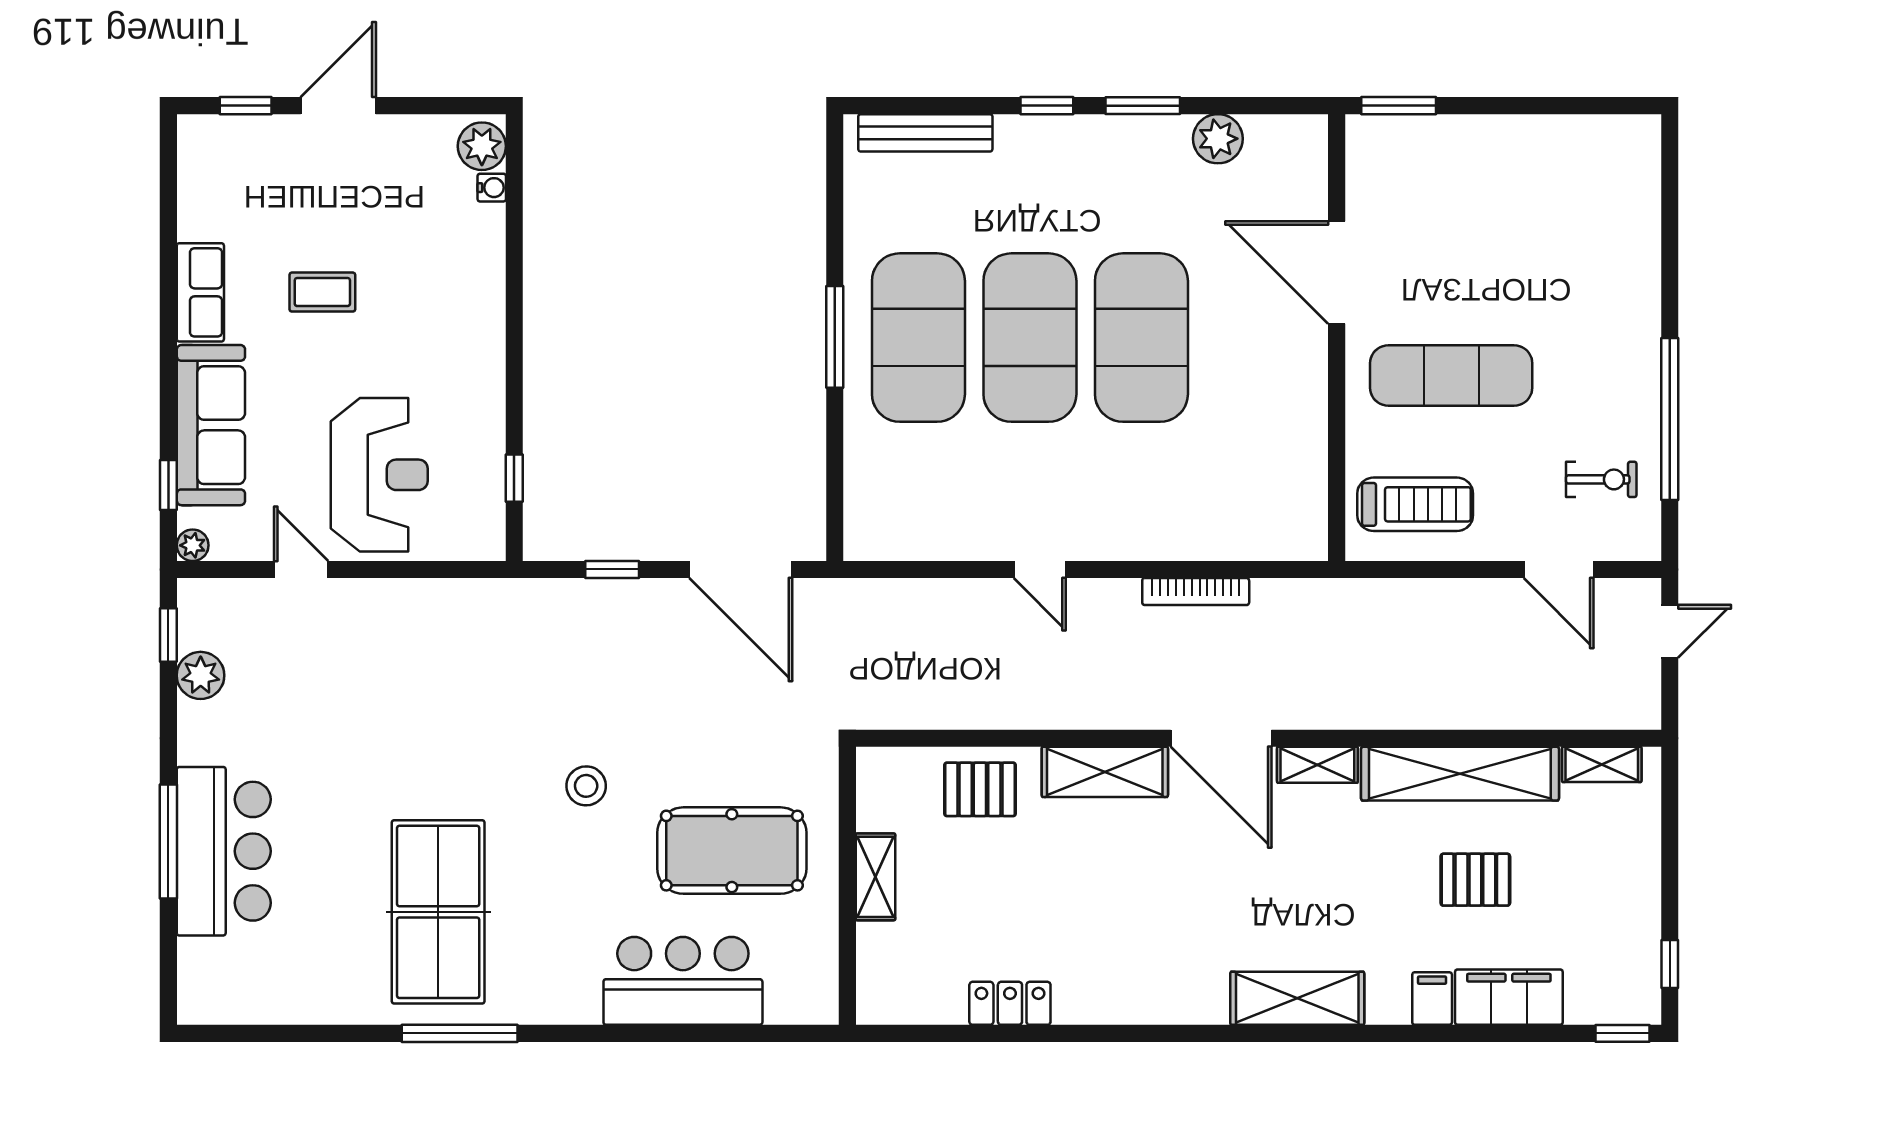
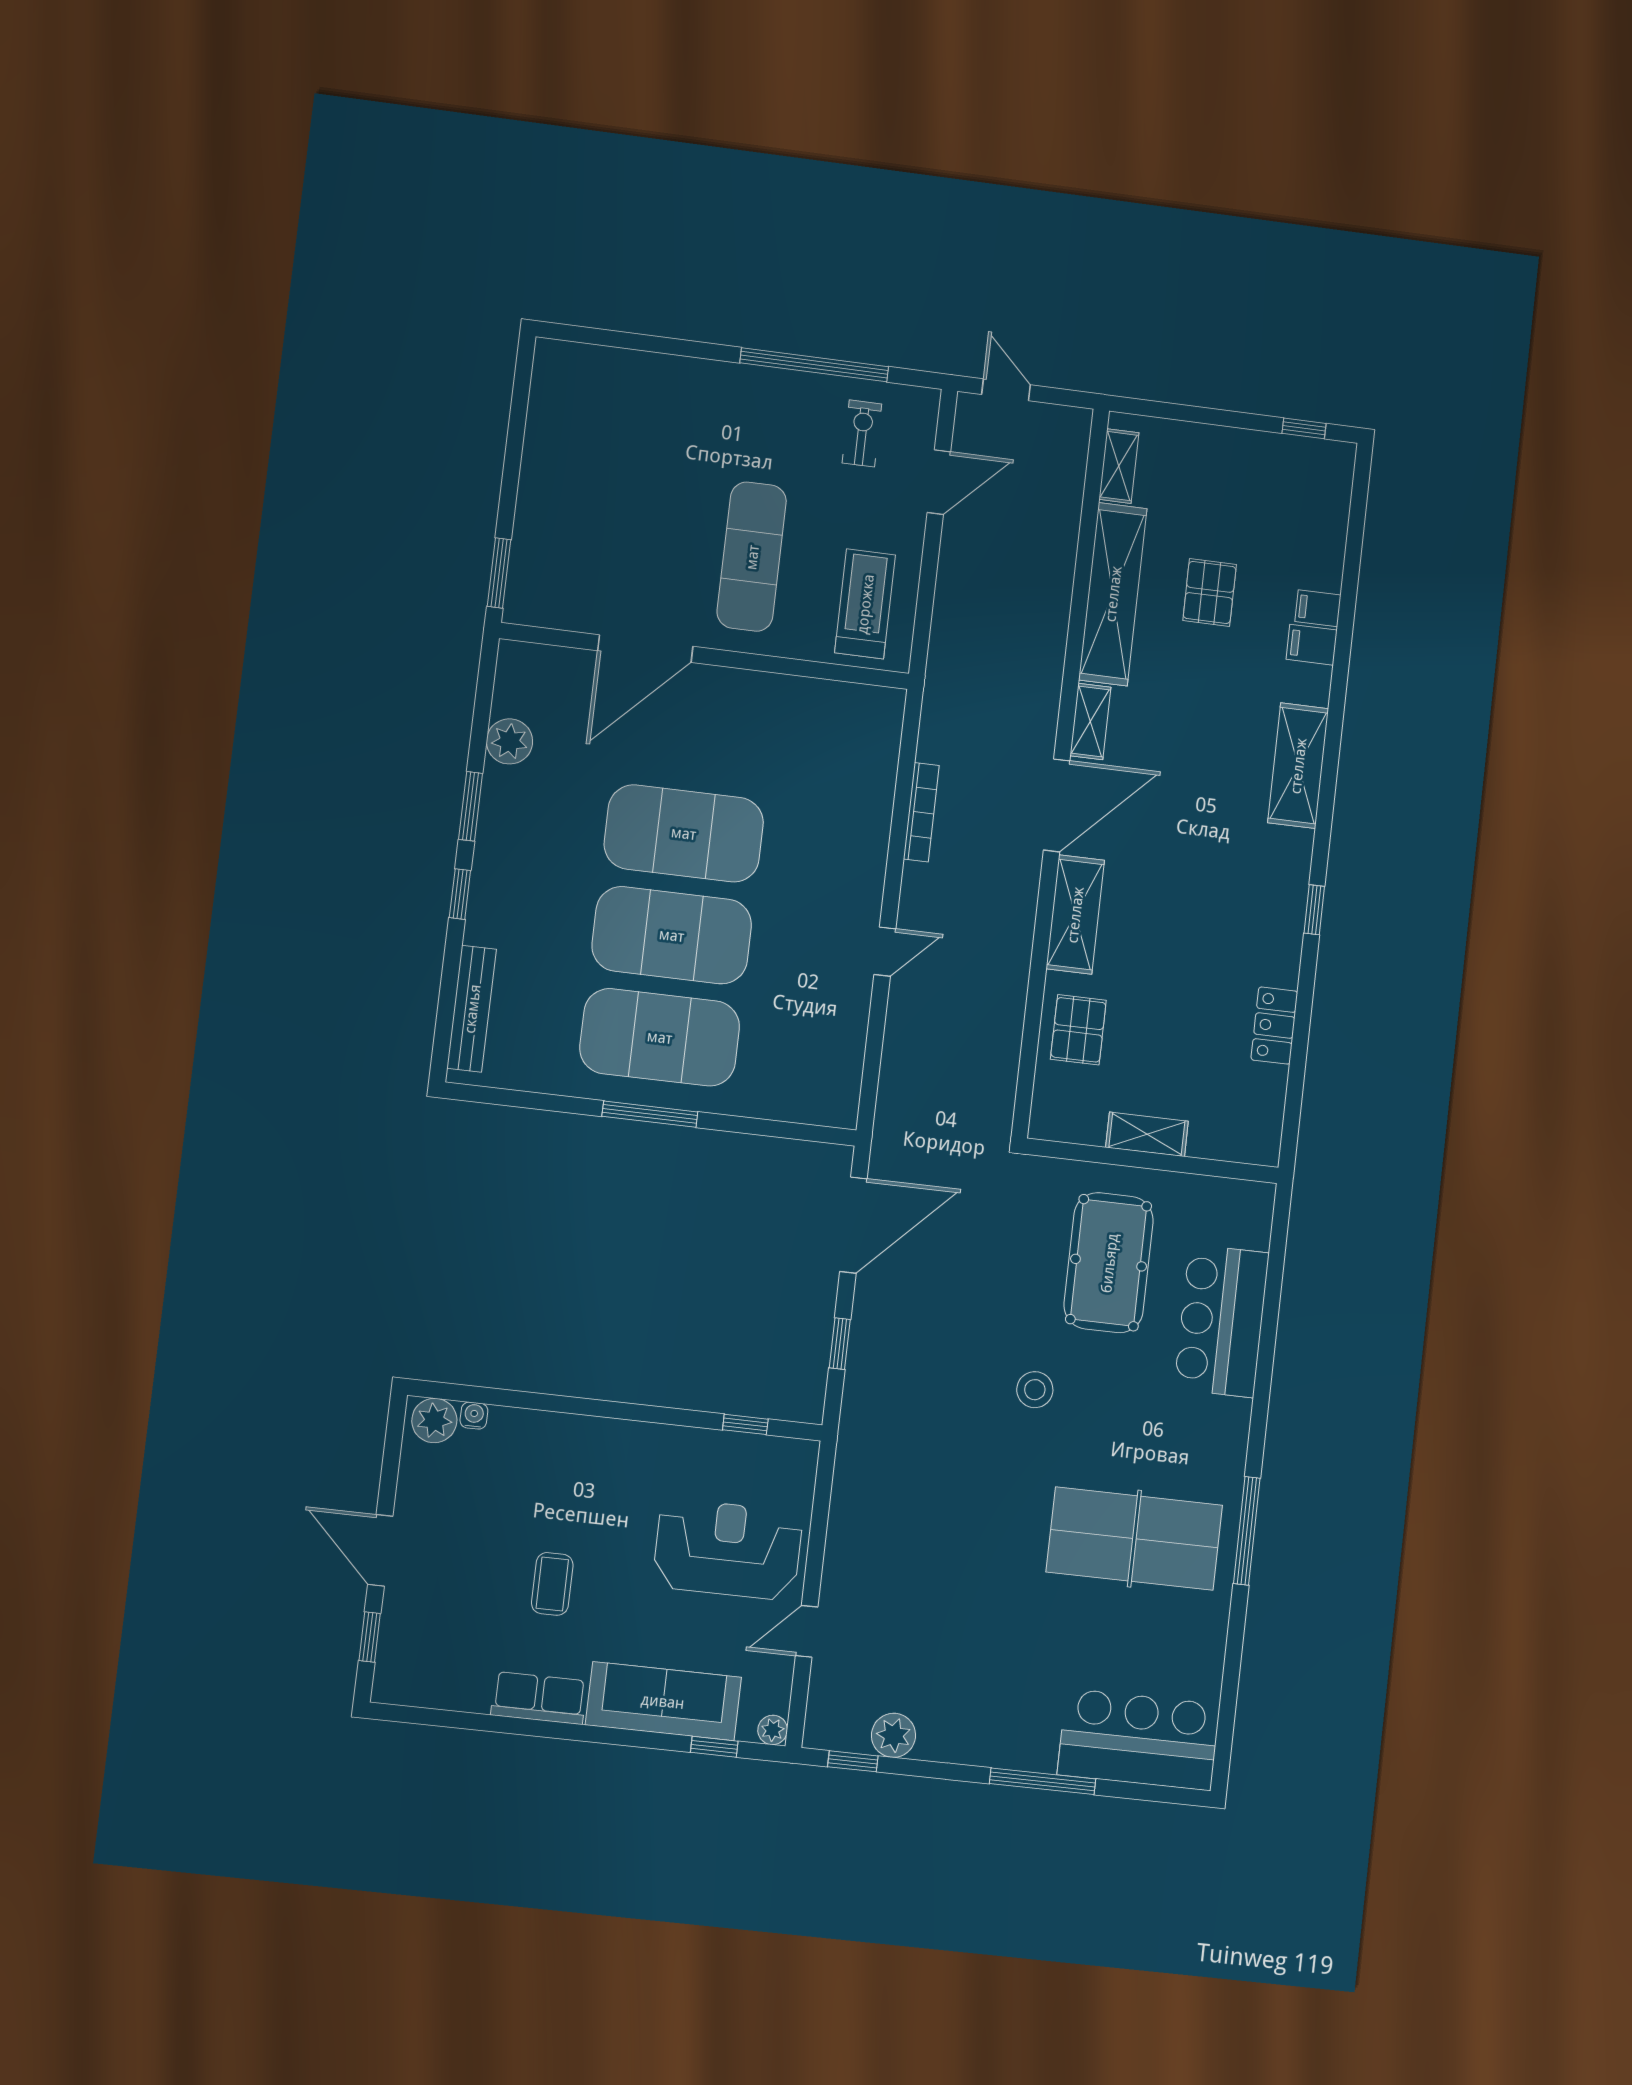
bar counter: (224, 851) -> (1139, 1740), moved
filing cabinet: (1509, 997) -> (1318, 608), width x0.33, depth x0.86
window: (1622, 1033) -> (1314, 910), moved

